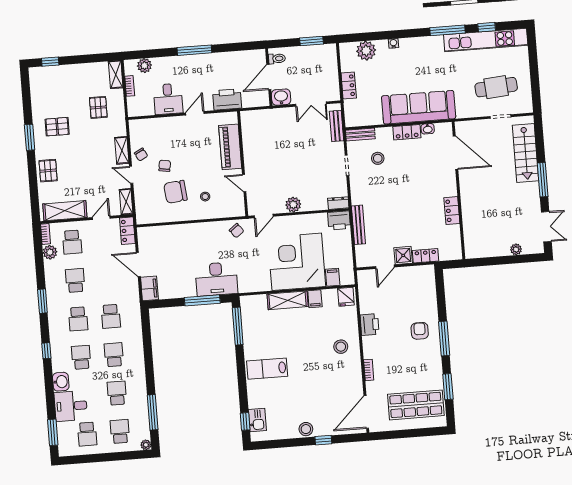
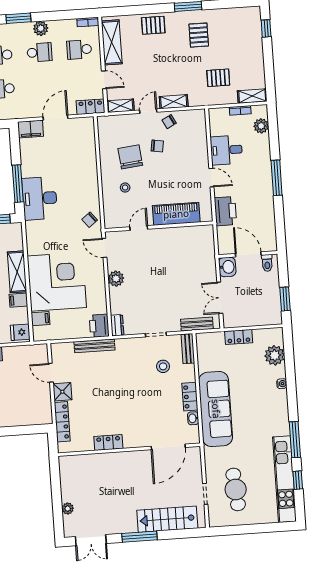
plant: (50, 252) -> (41, 28), moved
locker: (426, 256) -> (62, 422), width x1.53

